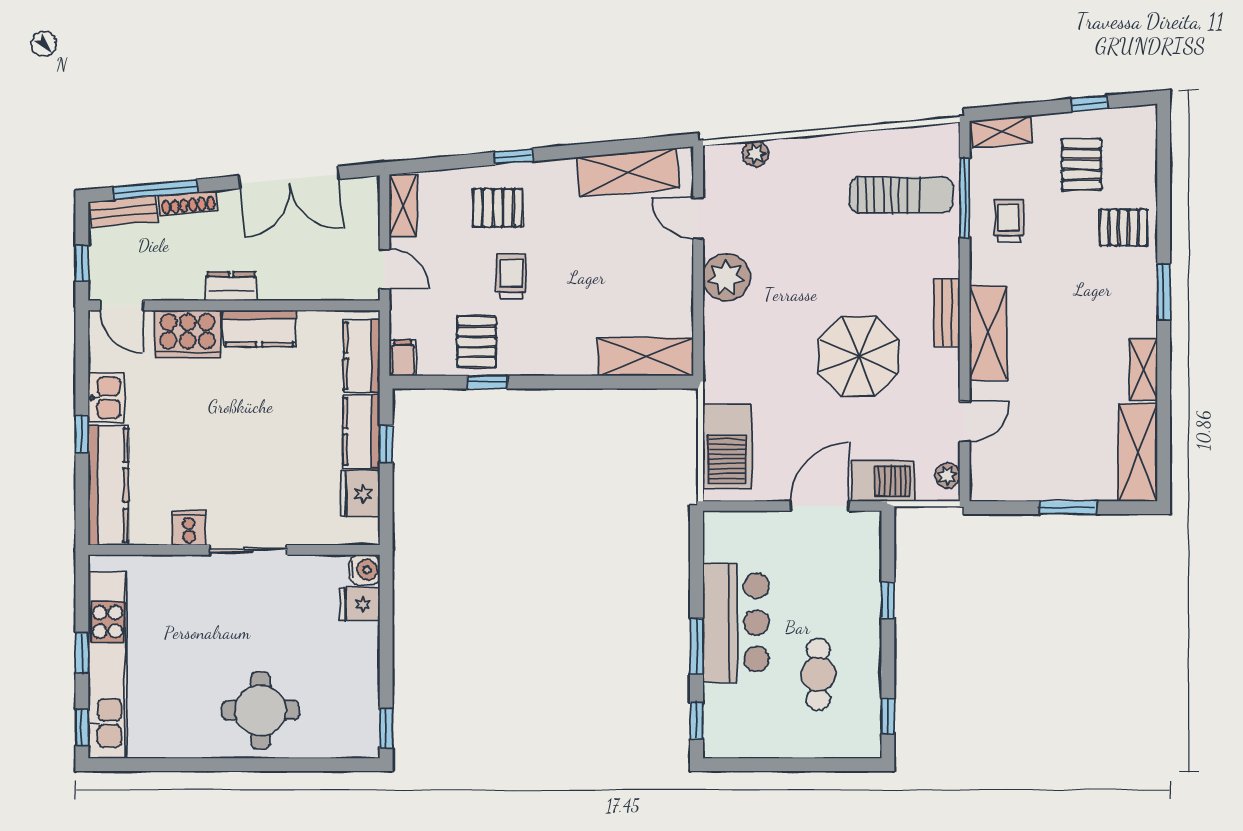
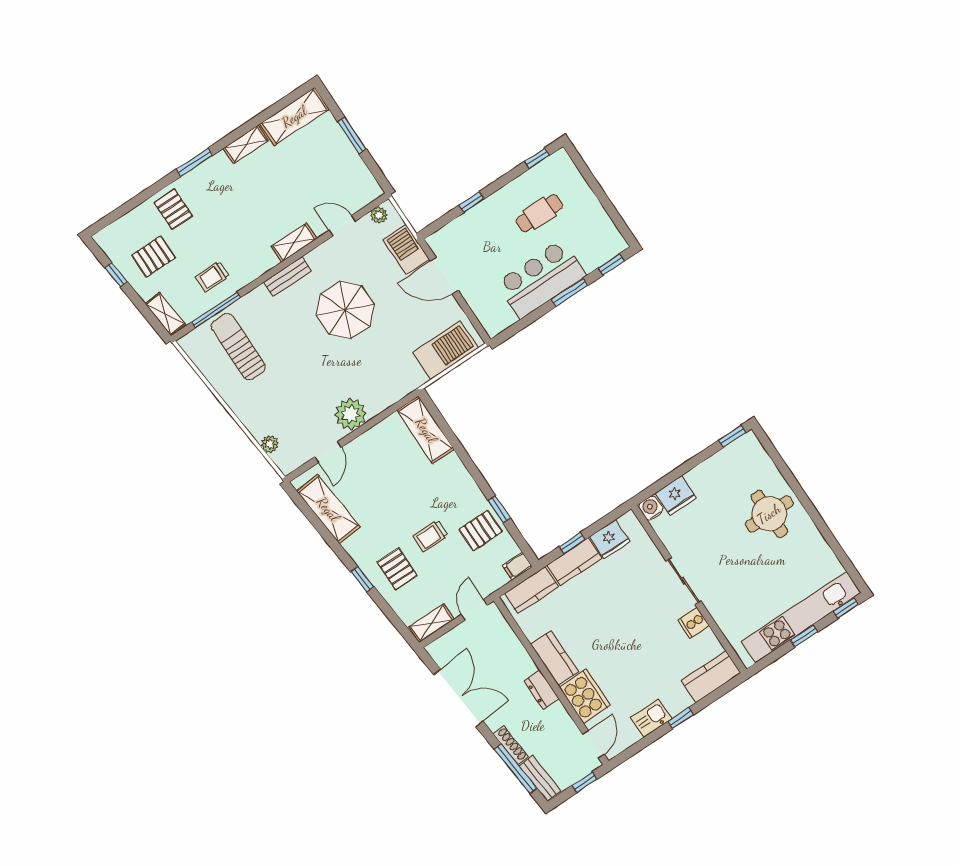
shelving: (988, 333) -> (294, 243), width x0.67, depth x0.75
kitchen counter: (108, 485) -> (711, 677), width x0.67
fridge: (360, 604) -> (676, 495), width x1.38

